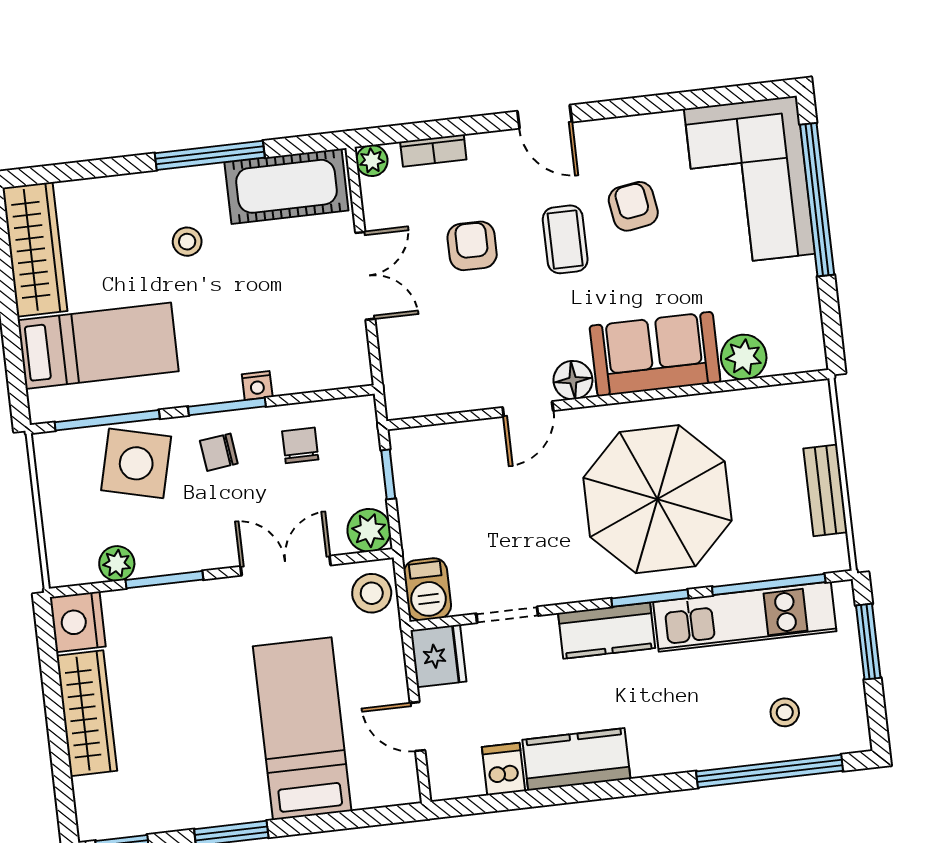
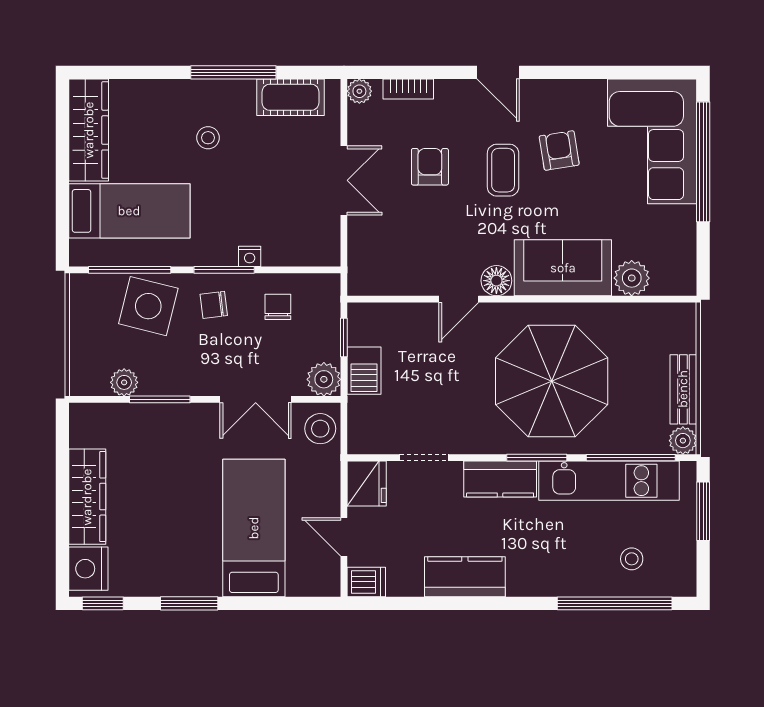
cot: (286, 186) -> (290, 97), width x0.73, depth x0.75
plant: (832, 555) -> (683, 441), added
double door: (286, 566) -> (256, 399), swing flipped
barbecue: (427, 589) -> (364, 371), moved
nightstand: (78, 622) -> (88, 569), moved
dishwasher: (503, 769) -> (366, 582), moved, turned 90

